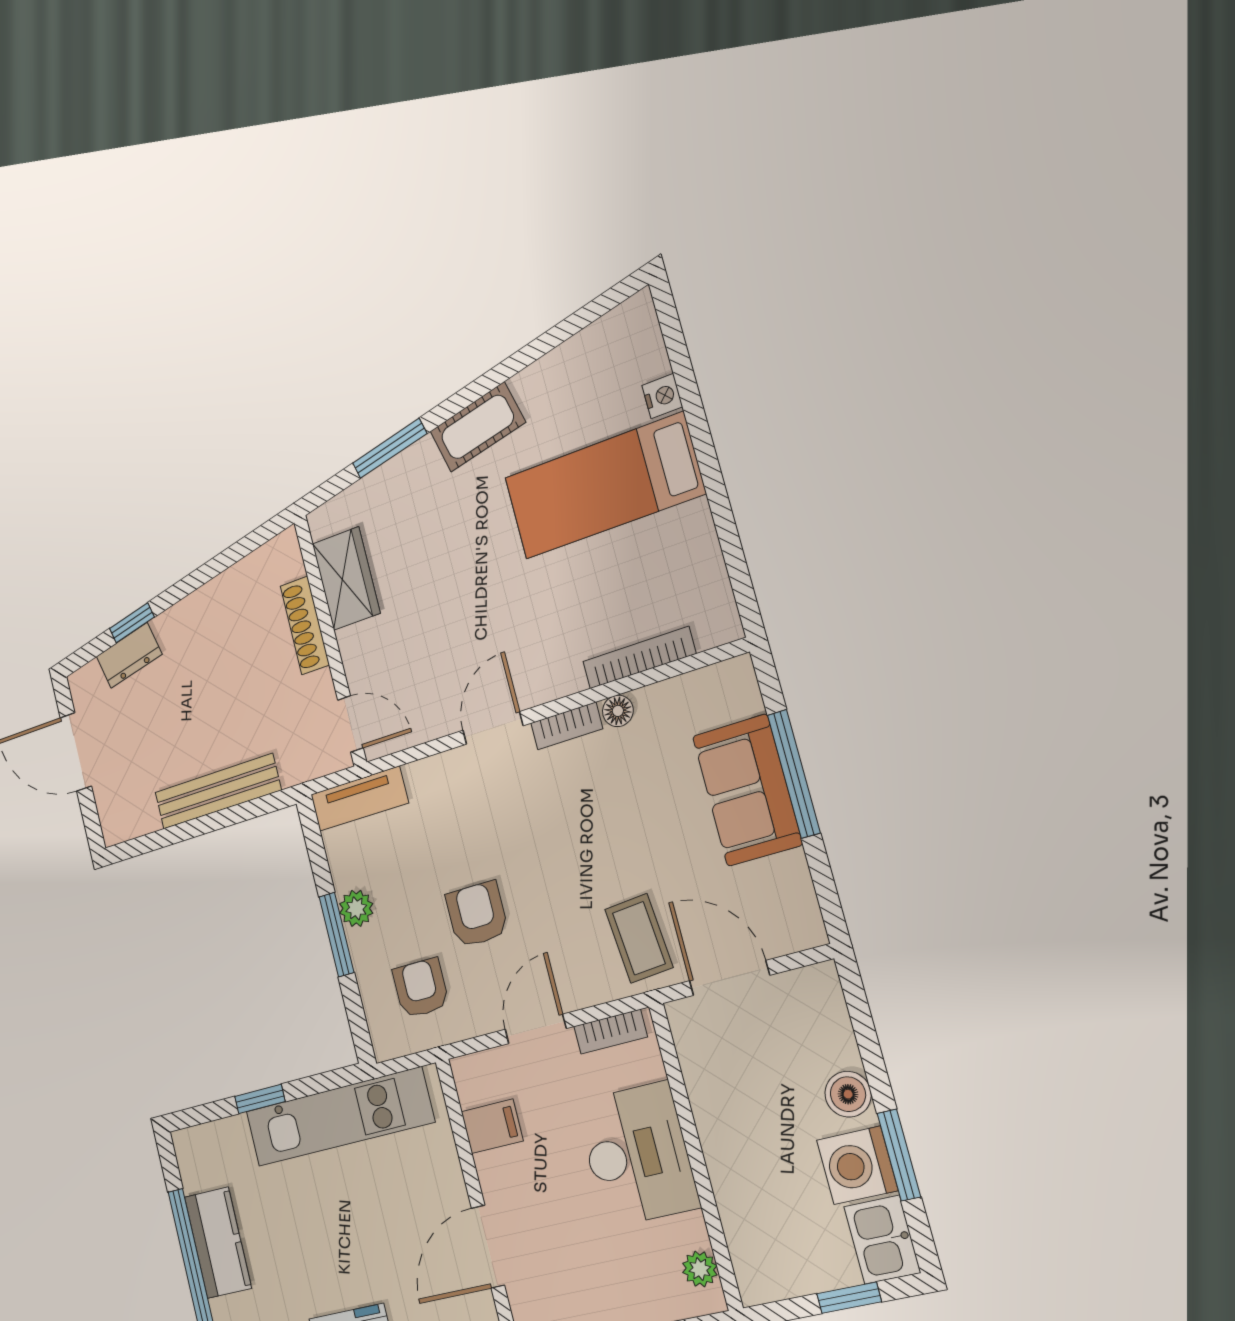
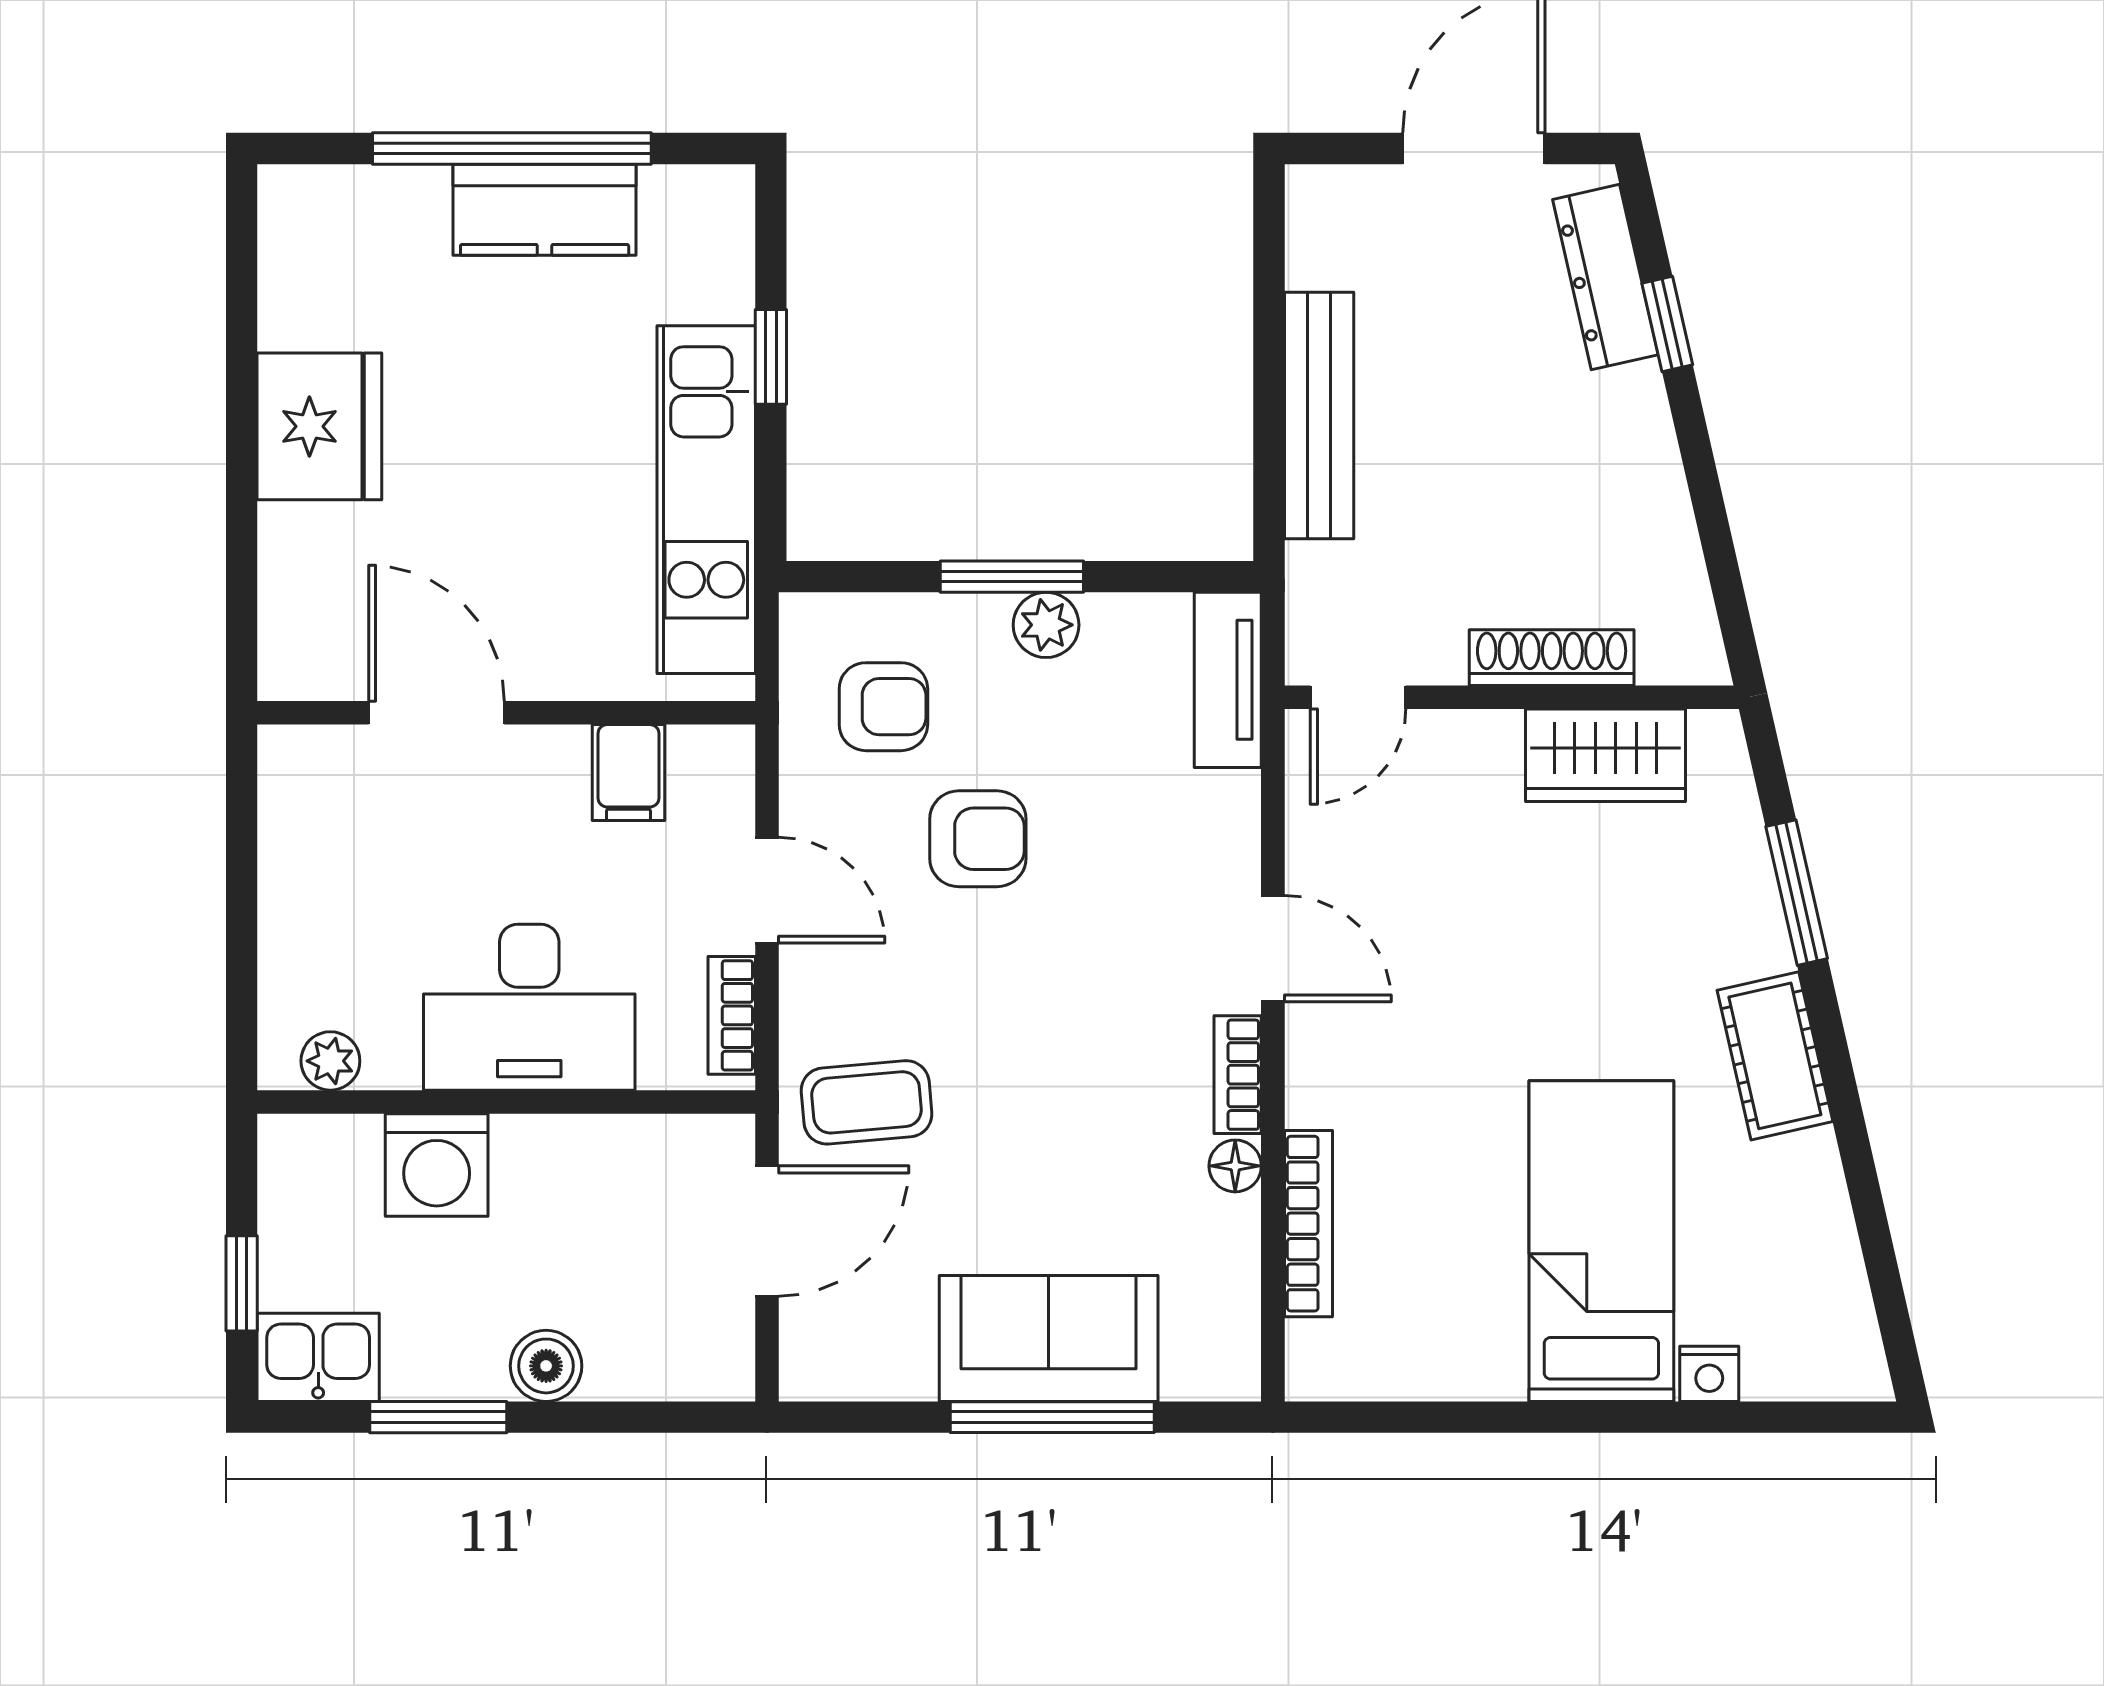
dresser: (129, 655) -> (1605, 277), width x1.44
washing machine: (857, 1165) -> (437, 1165), moved, turned 180

